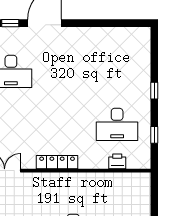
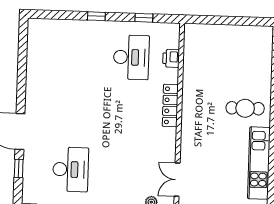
locker: (57, 162) -> (170, 105), moved

